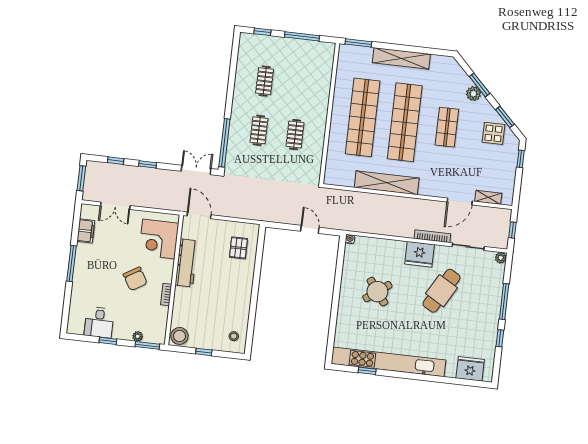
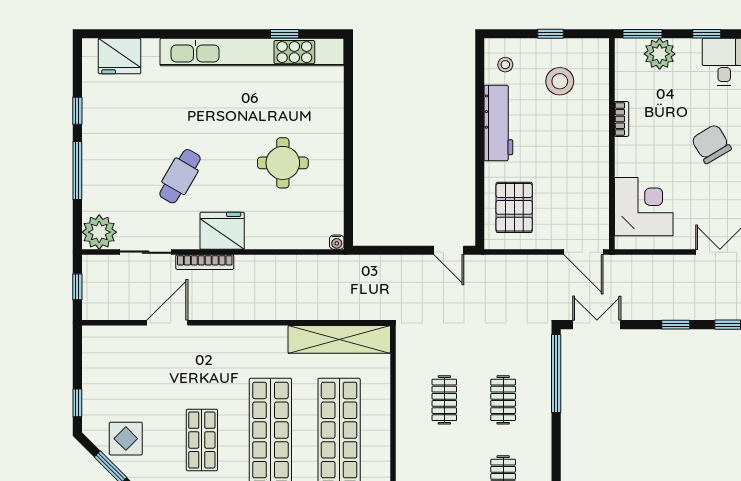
double door: (196, 170) -> (597, 325), swing flipped
shelving: (387, 183) -> (339, 339), moved
shelving: (488, 197) -> (122, 335), removed
door: (310, 229) -> (449, 250), moved
pallet: (238, 248) -> (514, 207), width x1.50, depth x1.42
plant: (501, 258) -> (99, 232), width x1.88, depth x1.88
workbench: (186, 263) -> (498, 123), moved, turned 180
chair: (135, 279) -> (711, 144), moved
cafe table: (442, 291) -> (180, 176), width x0.73, depth x0.74
round table: (377, 292) -> (283, 163), turned 37
plant: (138, 336) -> (660, 54), width x1.87, depth x1.87
stool: (179, 336) -> (560, 81), moved

